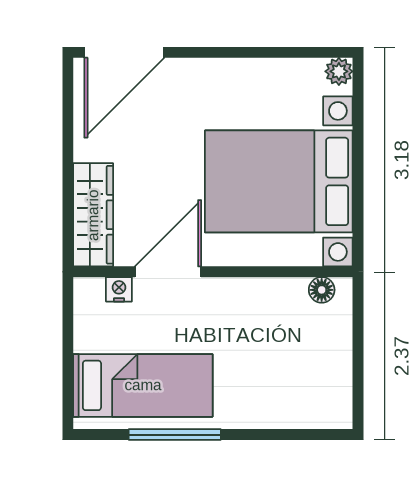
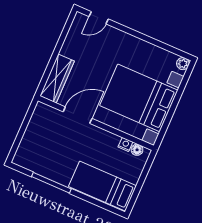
door: (124, 52) -> (99, 18), width x0.53
nightstand: (119, 289) -> (125, 144), moved
bed: (143, 385) -> (102, 186), moved, turned 180

